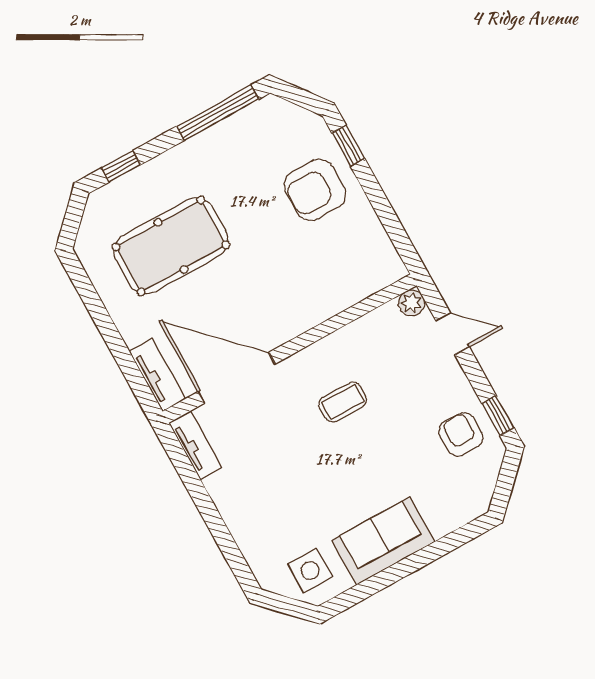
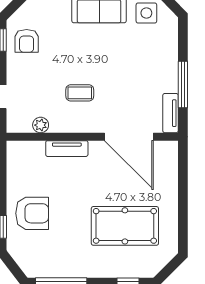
plant: (412, 303) -> (41, 125), moved
tv unit: (157, 375) -> (67, 149), moved, turned -90
window: (200, 496) -> (183, 84), added

